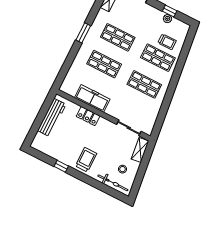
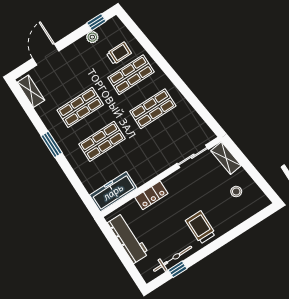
window: (170, 11) -> (96, 22), moved
freezer: (92, 98) -> (113, 192), moved
window: (61, 166) -> (178, 269), moved
bicycle: (113, 183) -> (173, 259), moved

